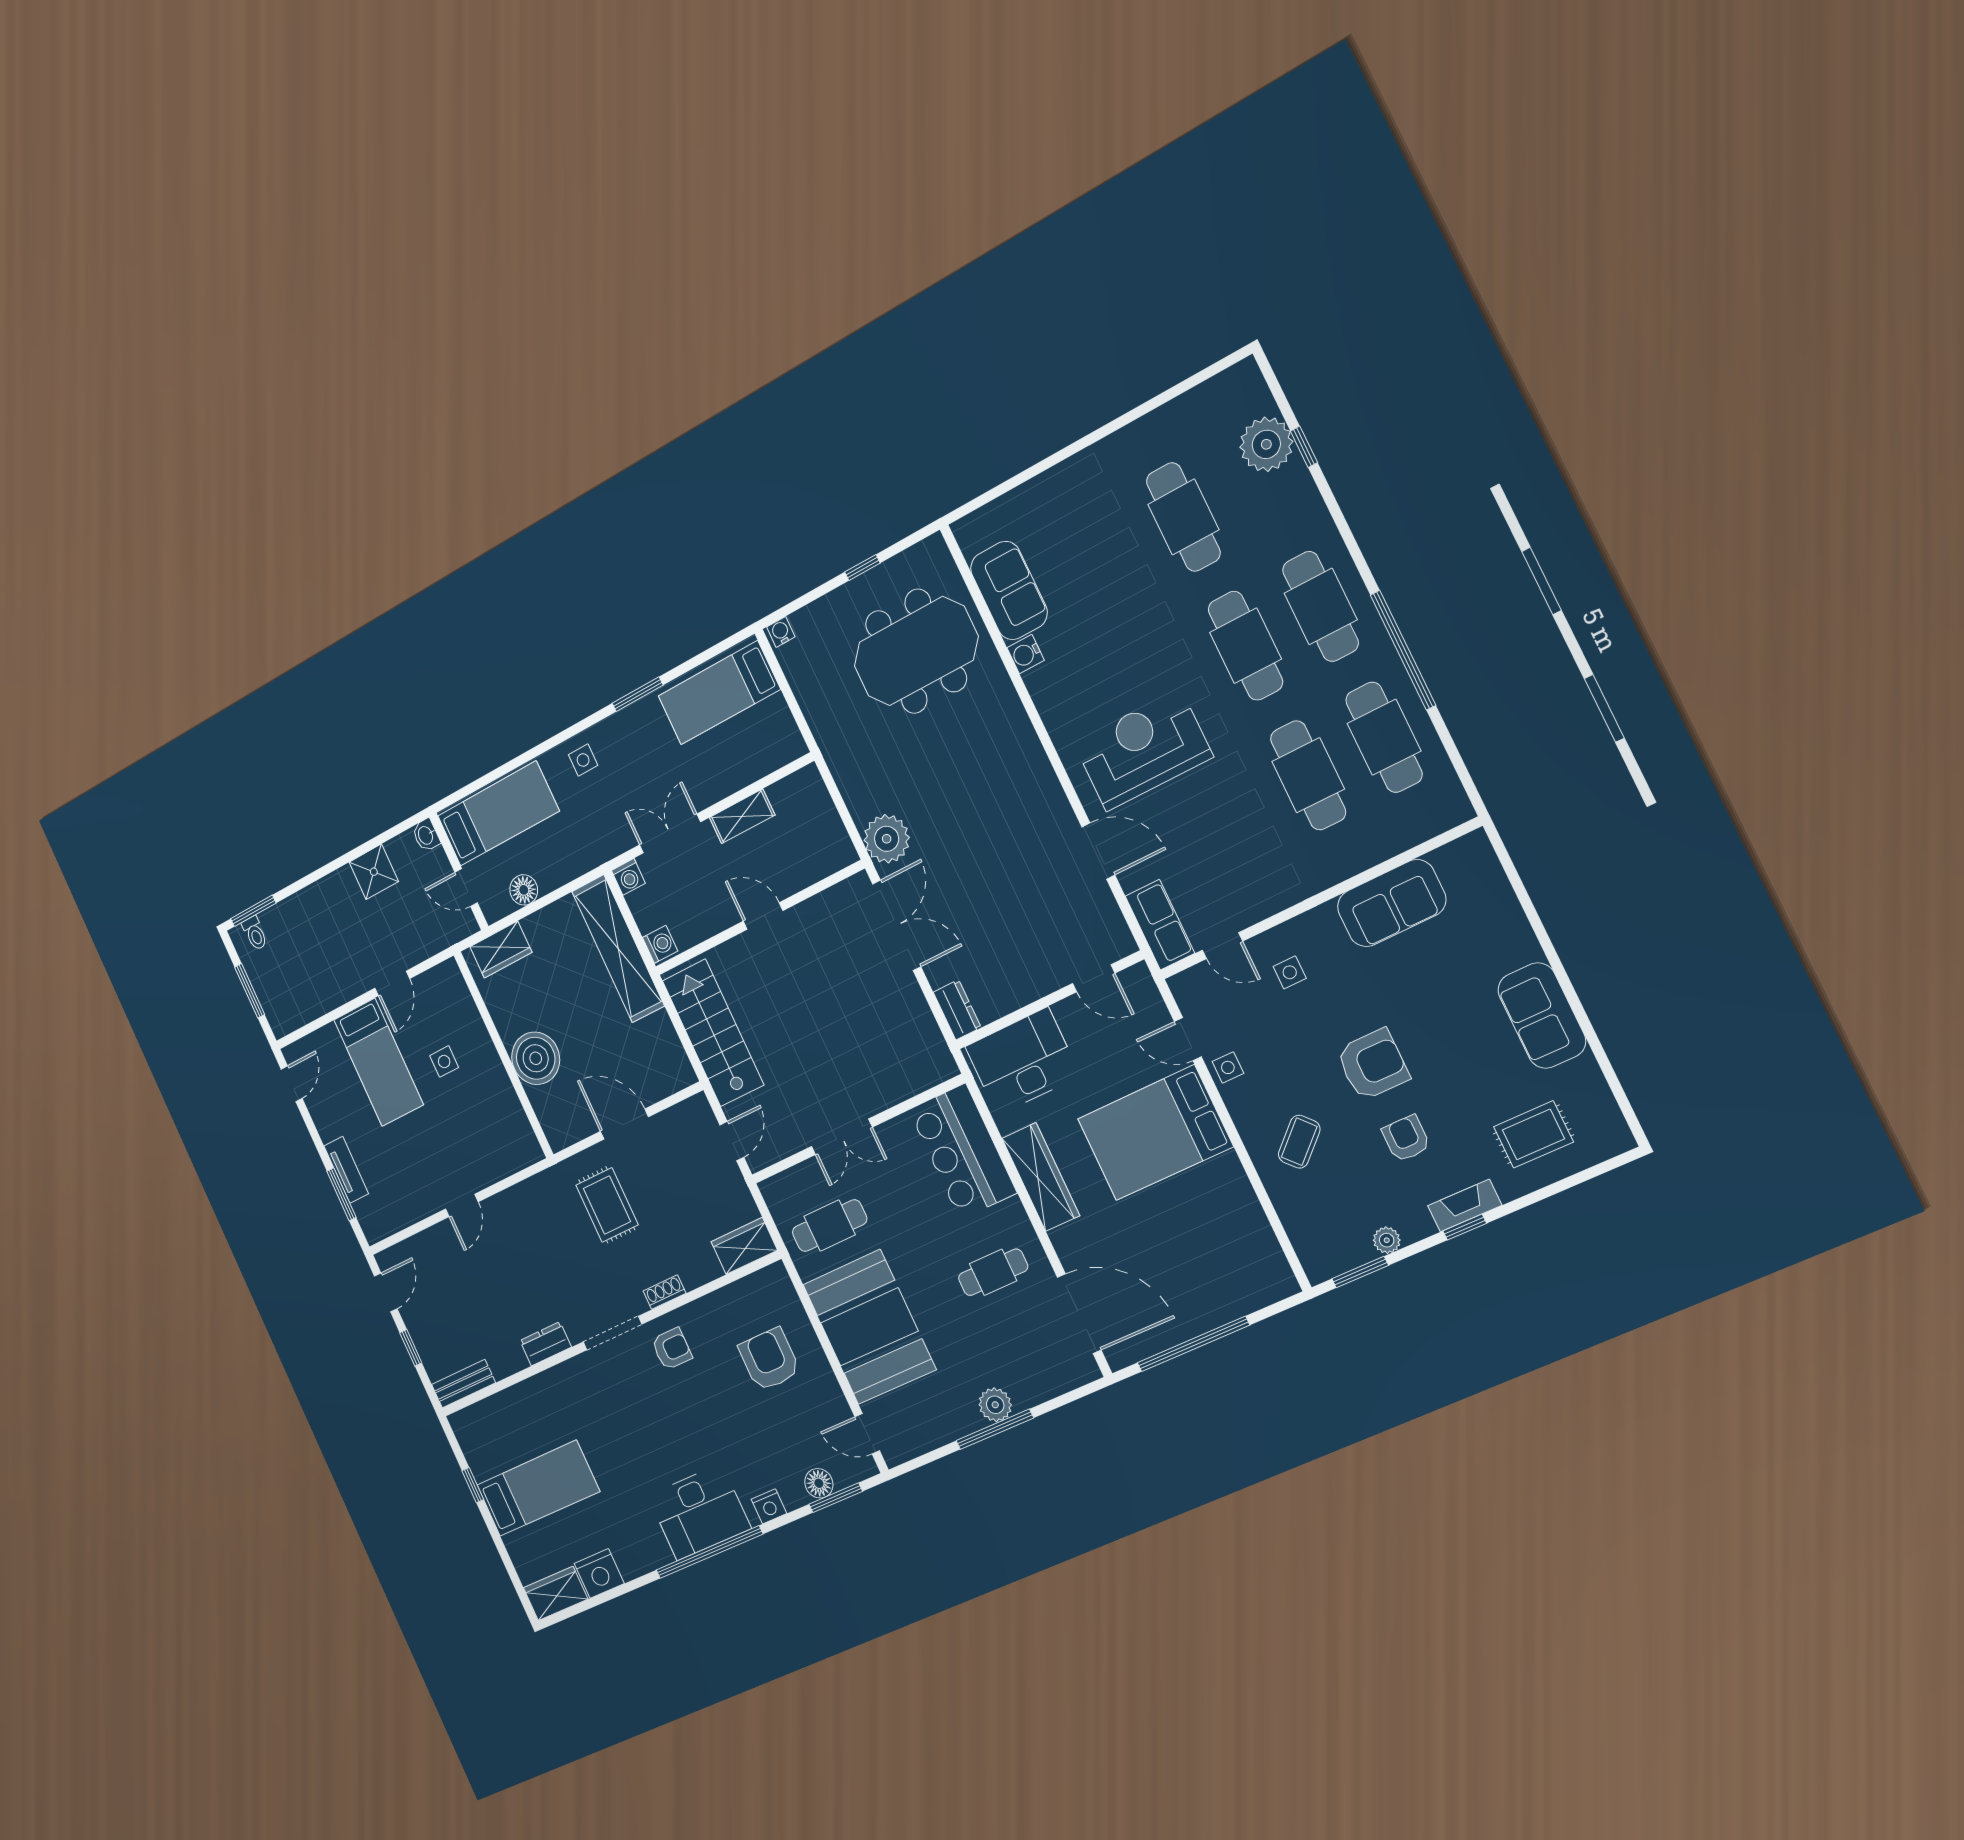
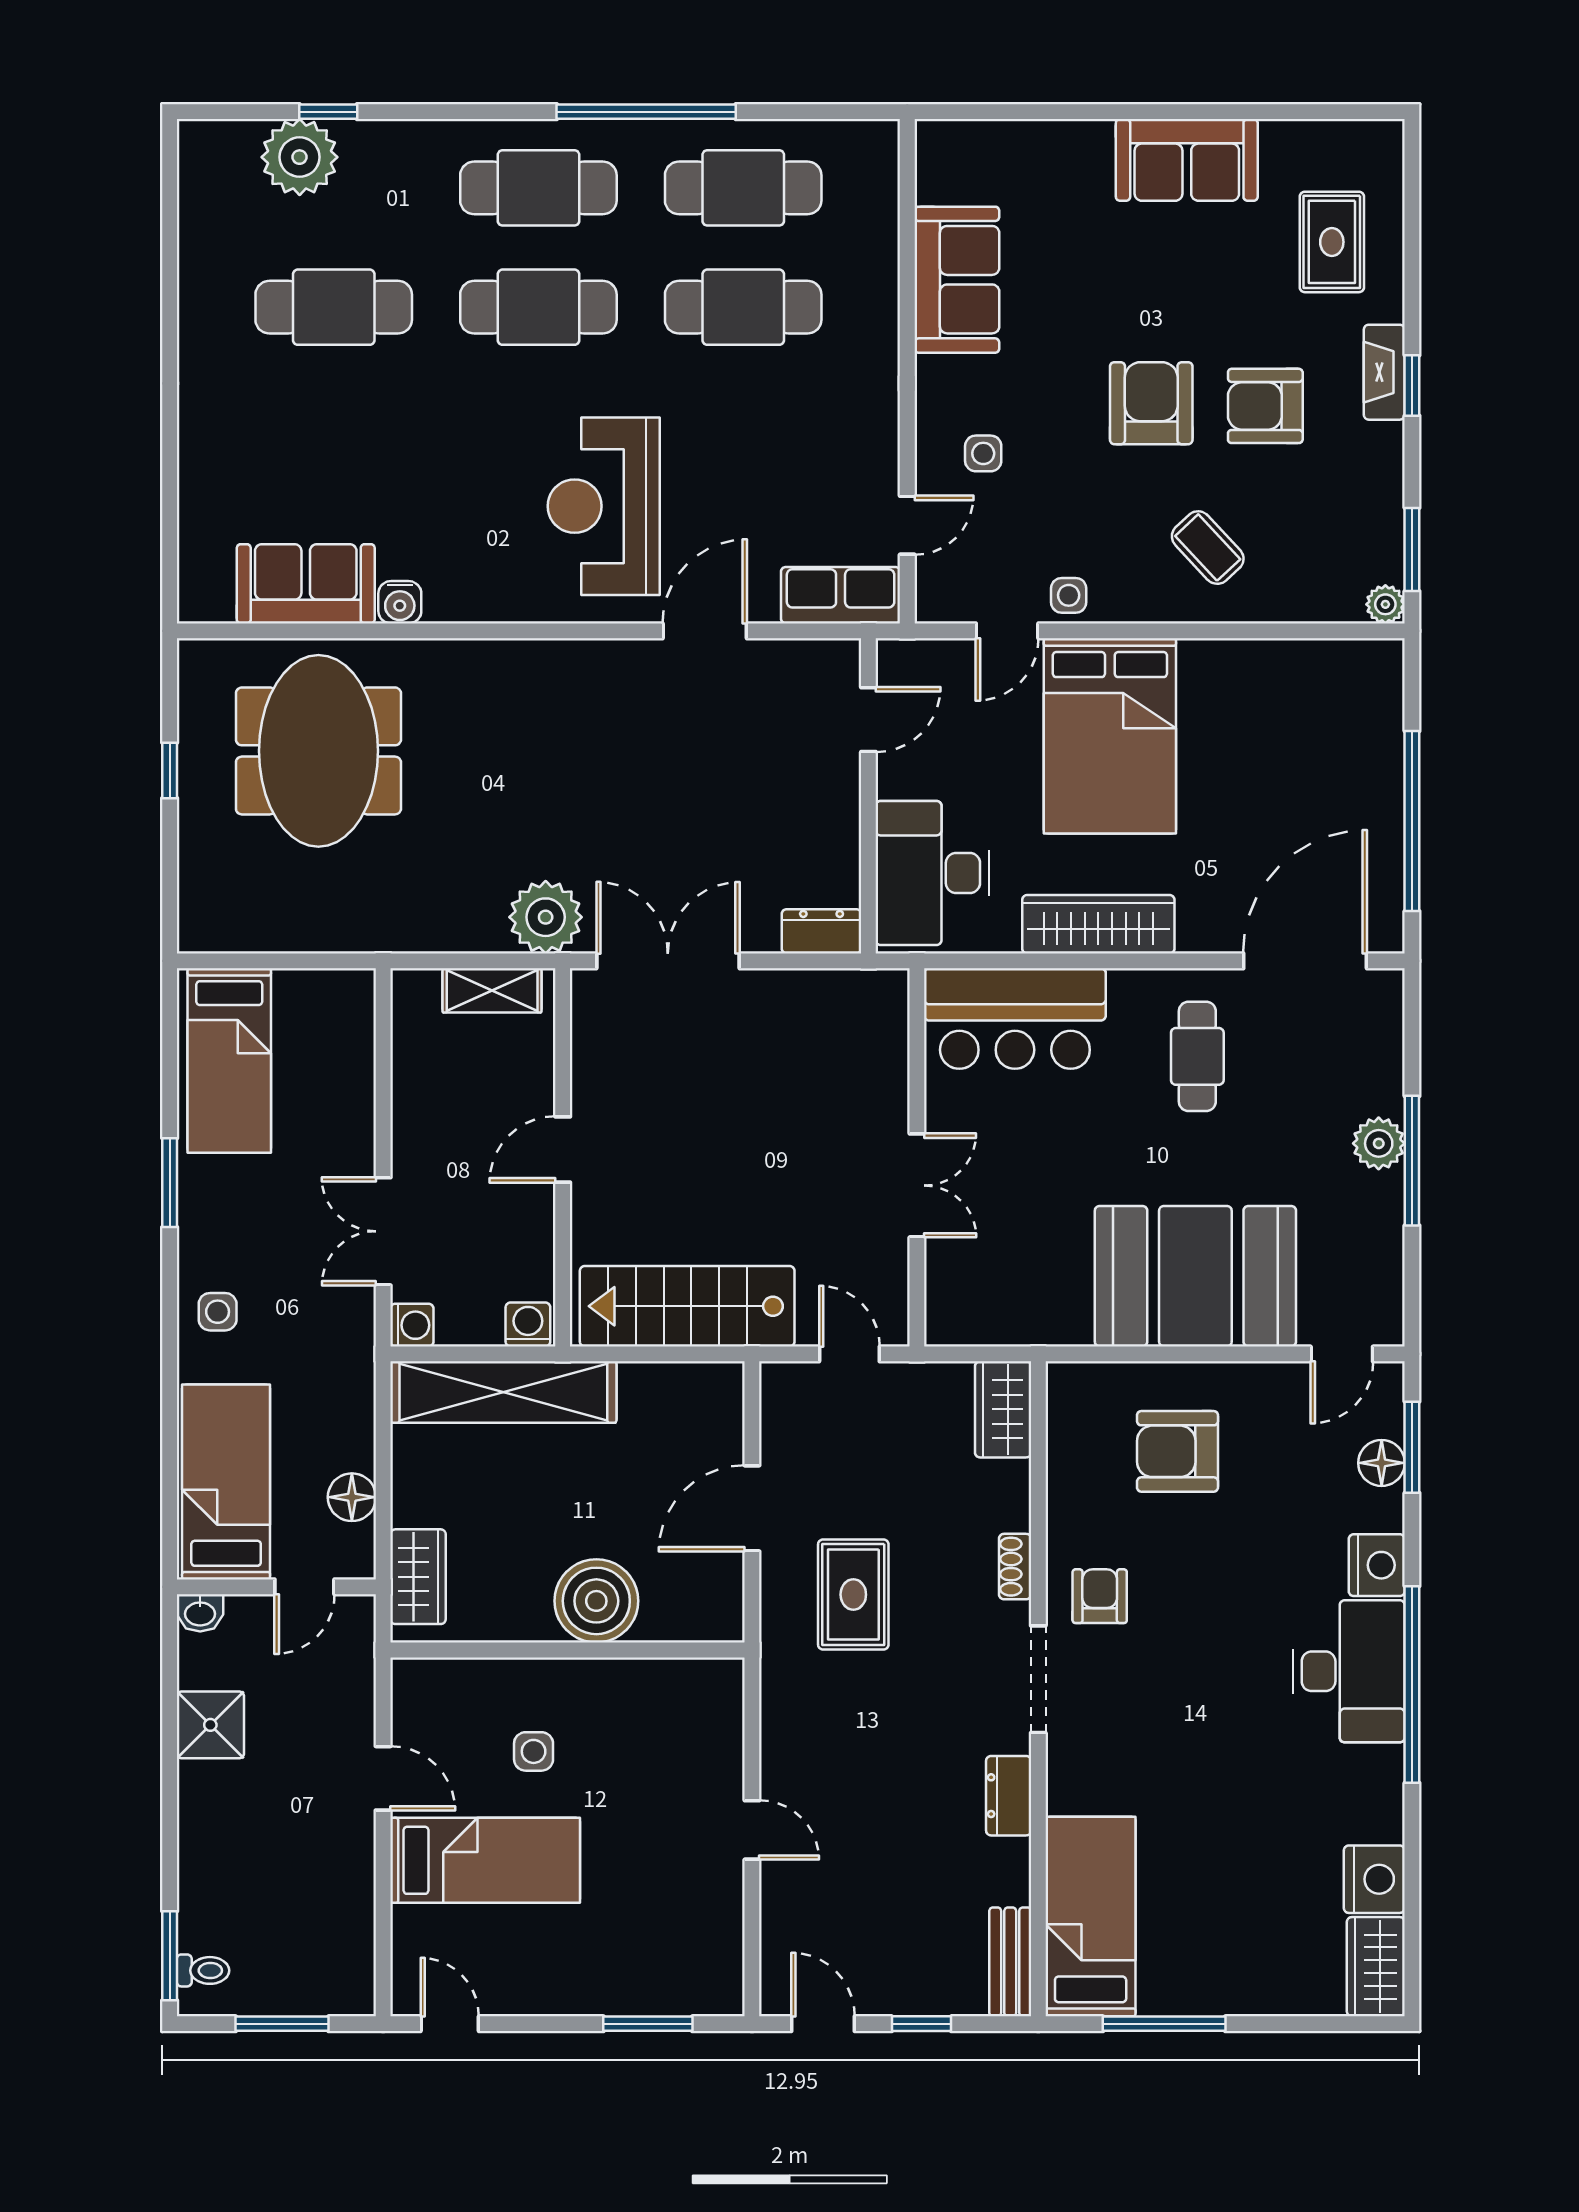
water cooler: (781, 632) -> (194, 929), removed
shelving: (742, 816) -> (492, 990), moved, turned 90
armchair: (1406, 1138) -> (1265, 406), width x1.38, depth x1.38
tv unit: (346, 1170) -> (616, 1997), removed
rug: (607, 1205) -> (853, 1595), turned 90
cafe table: (830, 1226) -> (1031, 1265), removed
plant: (1387, 1240) -> (1385, 604), moved
window: (473, 1485) -> (1164, 2024), width x2.17
bed: (538, 1488) -> (1091, 1916), moved
nightstand: (769, 1506) -> (1377, 1565), width x1.36, depth x1.33

